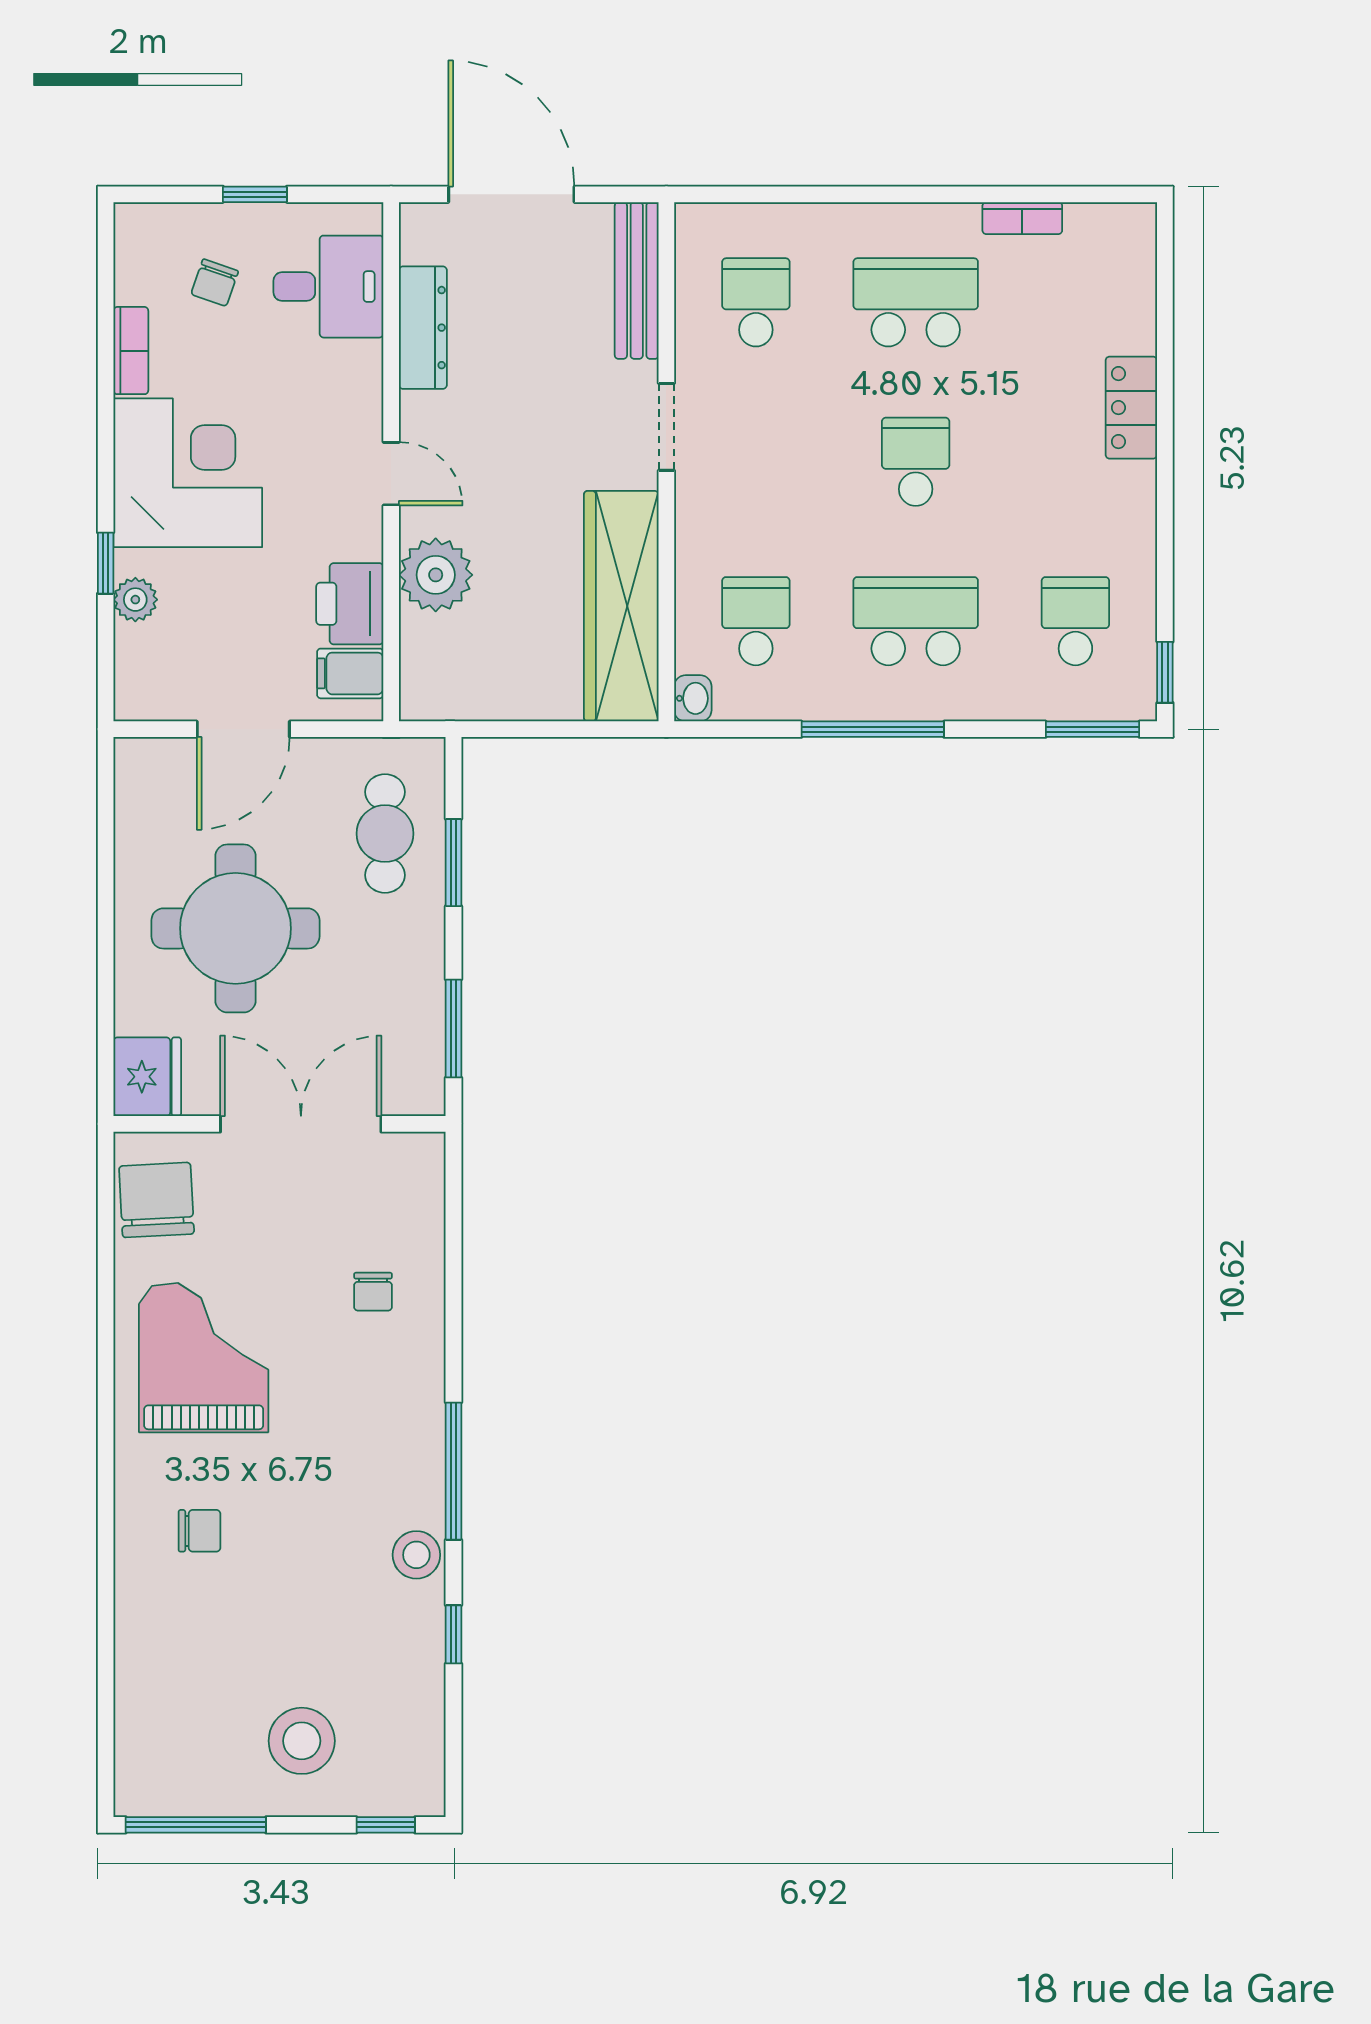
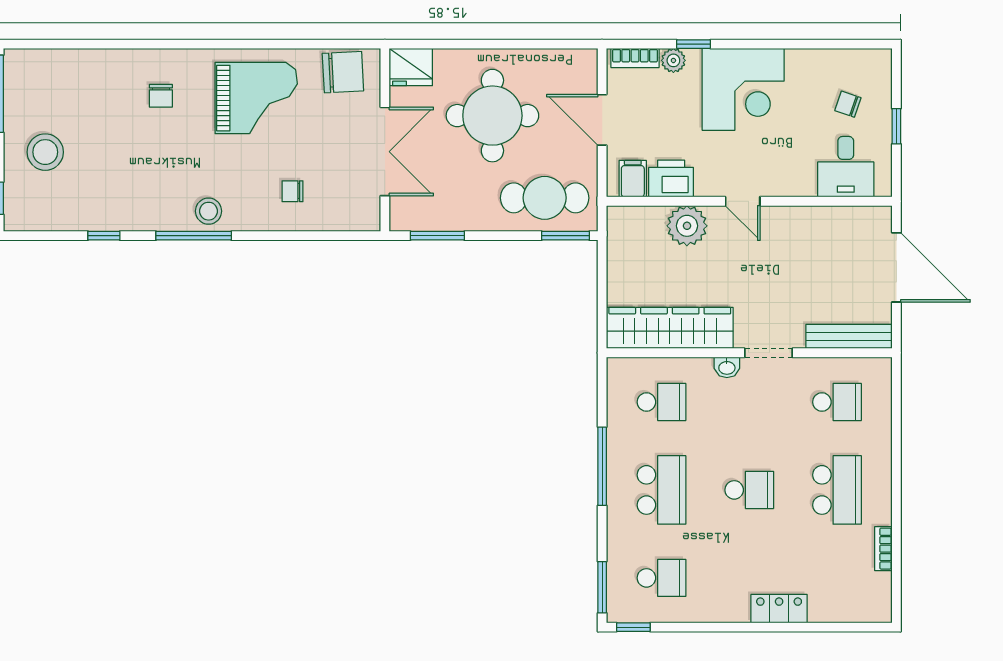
door: (511, 194) -> (896, 267), hinge flipped
dresser: (423, 328) -> (823, 219), removed
bookcase: (131, 351) -> (635, 58), moved
door: (391, 474) -> (743, 201), hinge flipped
washbasin: (693, 698) -> (727, 367), moved
cafe table: (385, 834) -> (545, 198), width x1.37, depth x1.35
window: (453, 863) -> (566, 236), moved
stool: (416, 1555) -> (209, 211), moved

